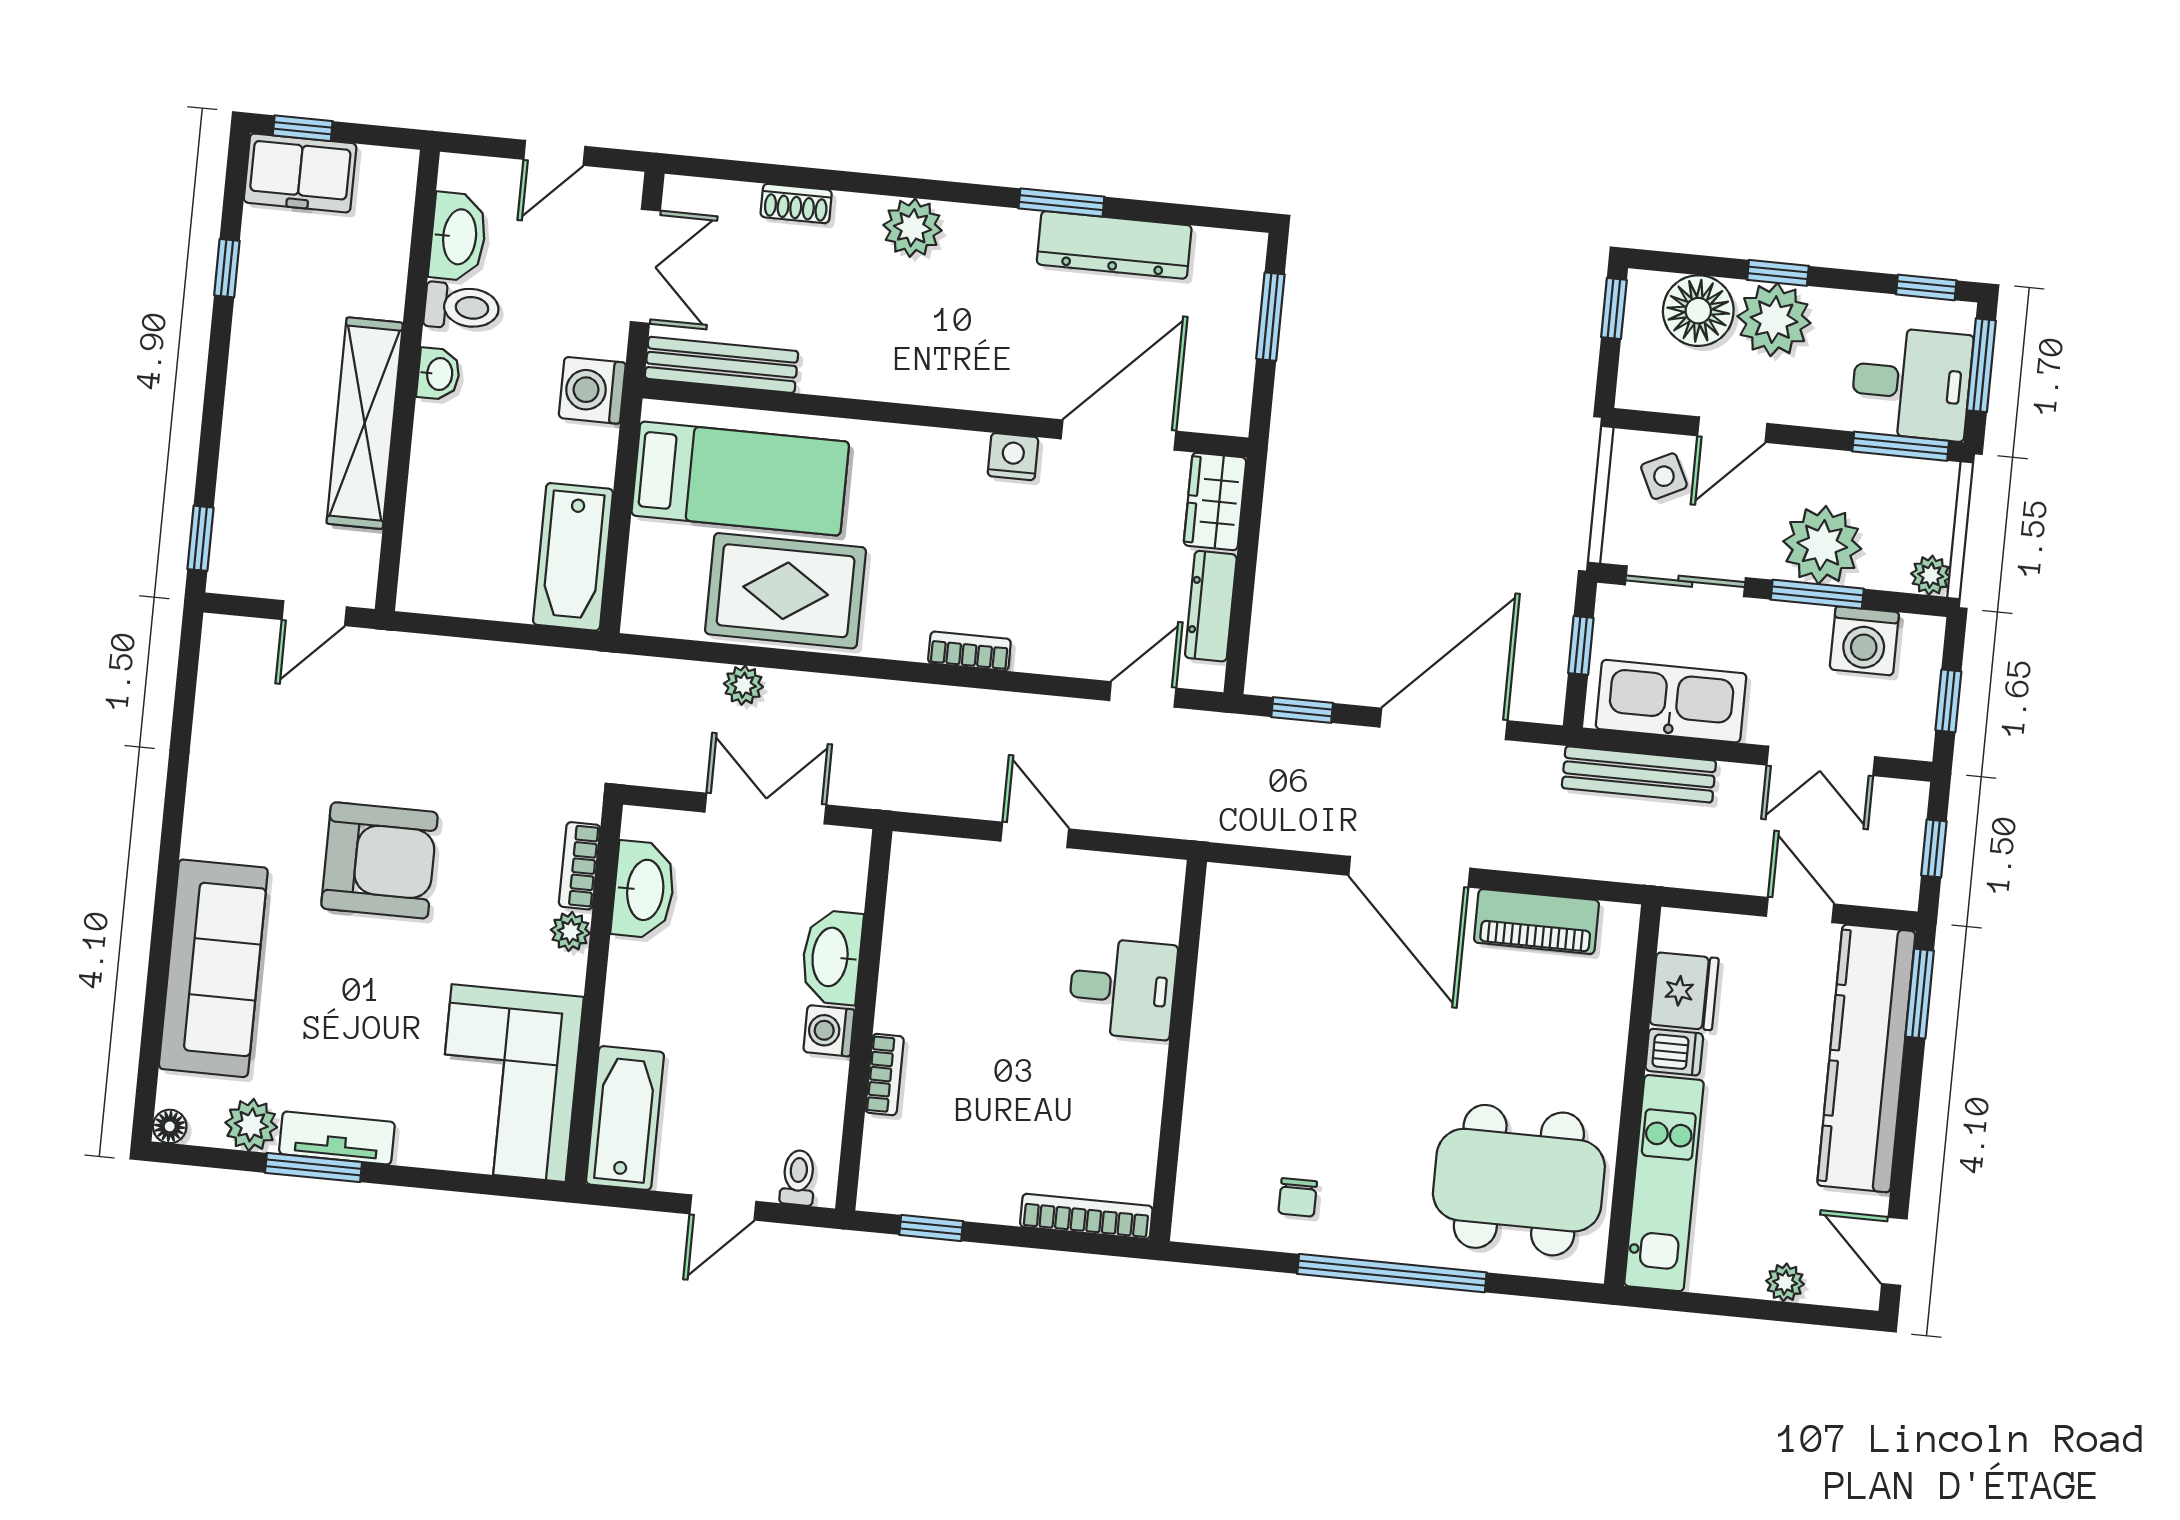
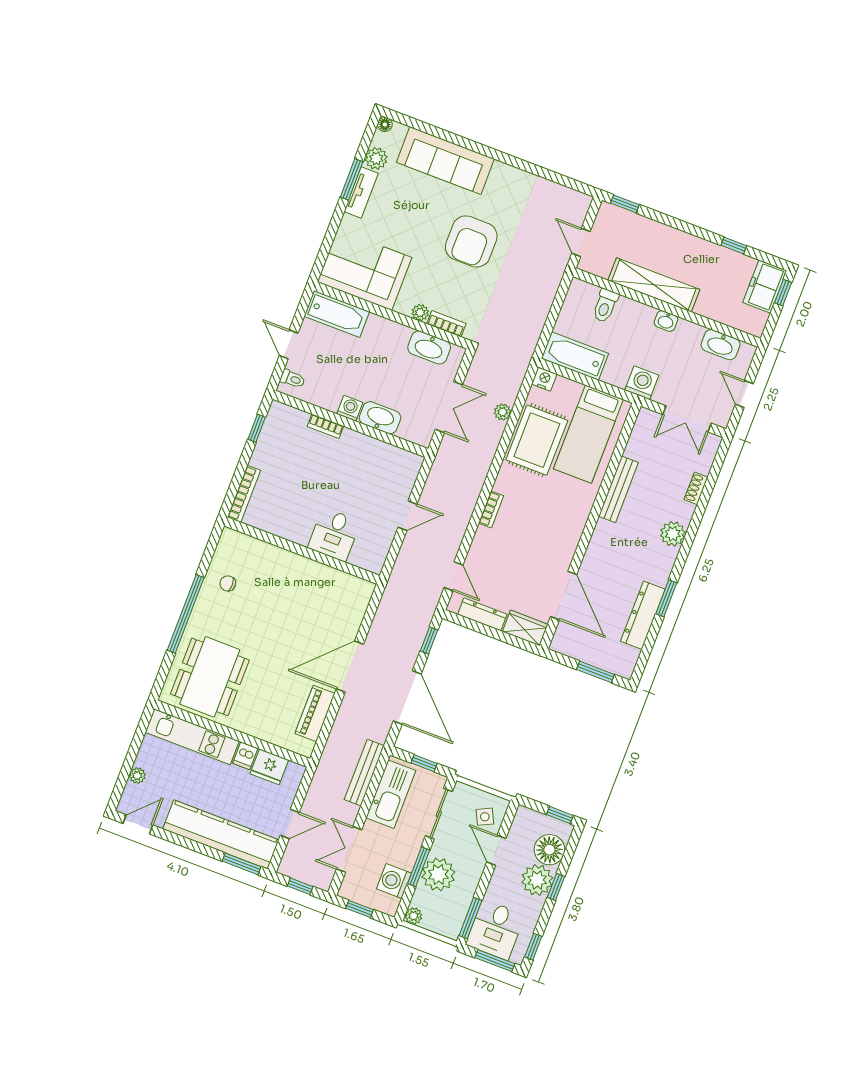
toilet: (462, 307) -> (605, 305), moved
bench: (722, 365) -> (618, 489), moved
nightstand: (1013, 457) -> (544, 379), moved, turned -90

